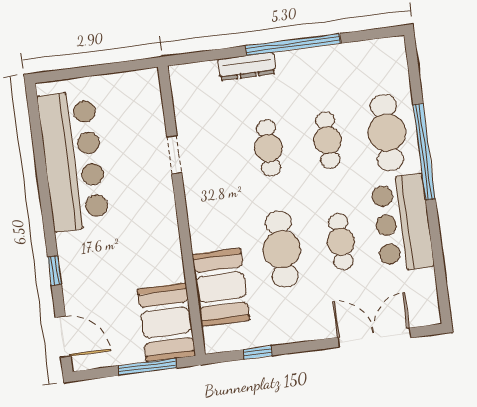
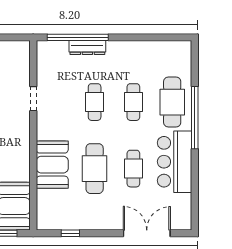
window: (293, 45) -> (78, 37), moved
booth: (221, 287) -> (52, 165), moved

